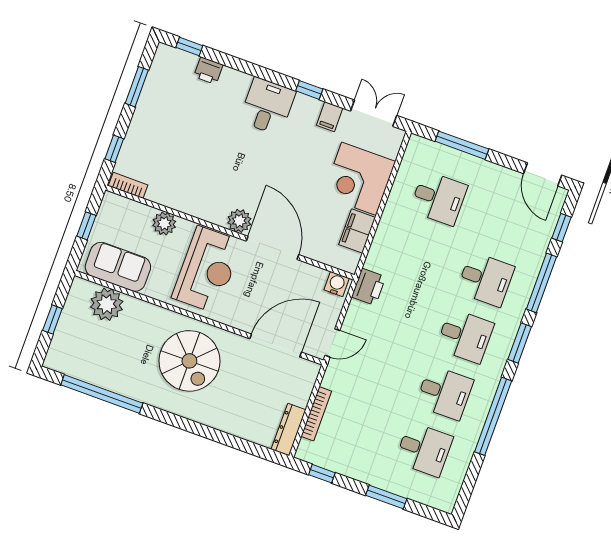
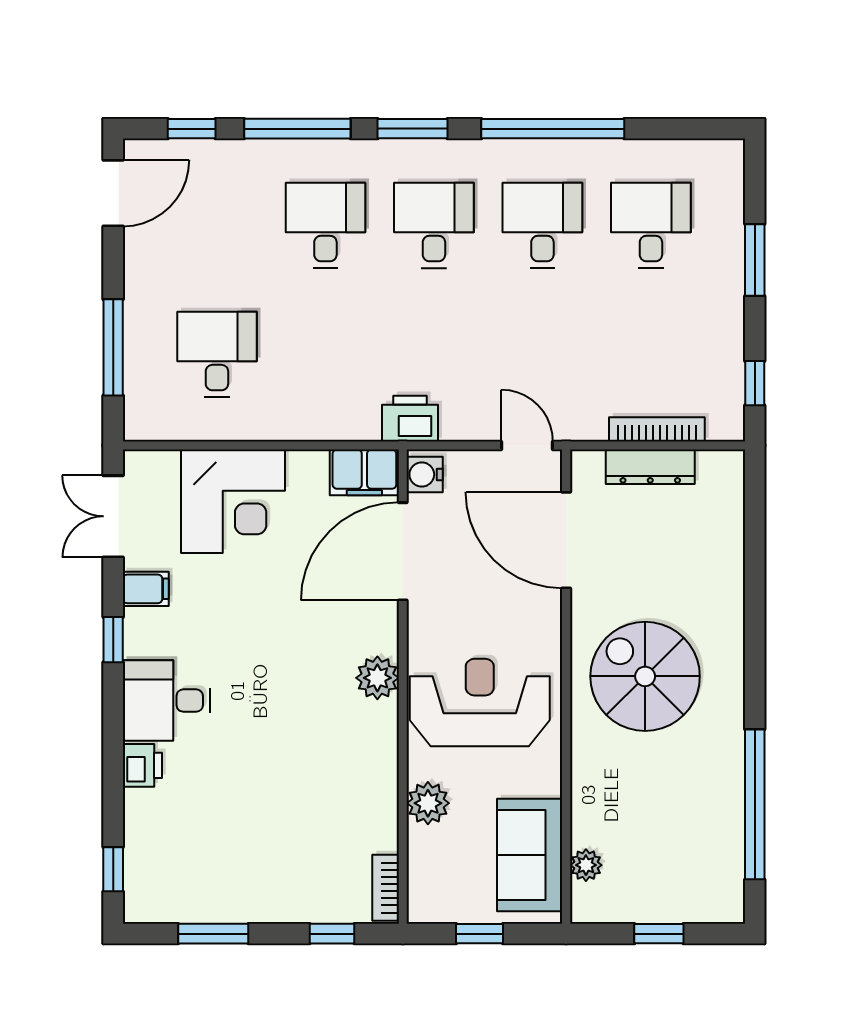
printer: (208, 71) -> (142, 765), moved
filing cabinet: (357, 231) -> (364, 472), moved
door: (272, 248) -> (403, 551), moved
plant: (107, 304) -> (586, 865), width x0.53, depth x0.53
spiral stairs: (189, 361) -> (645, 676), turned -90
dresser: (288, 430) -> (650, 467), moved

